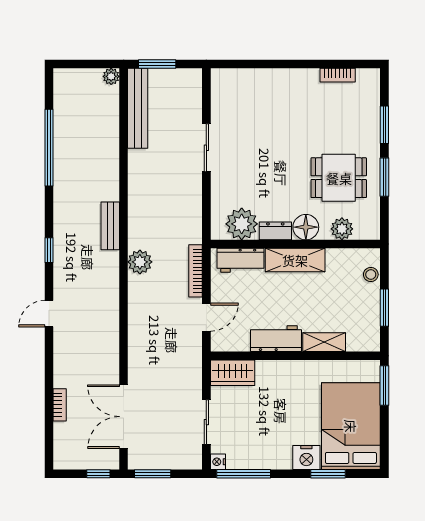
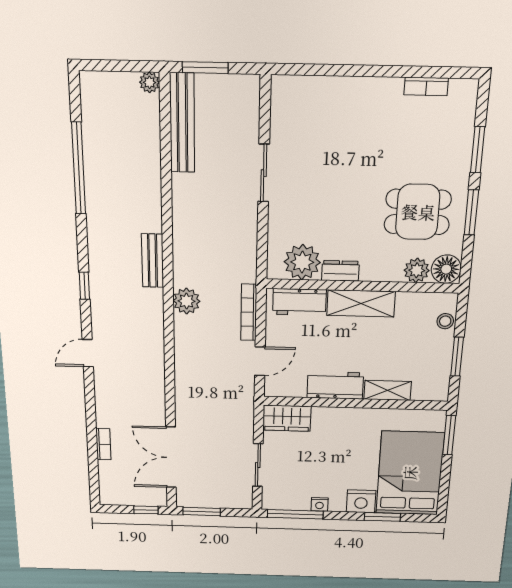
floor lamp: (306, 227) -> (446, 269), moved
nightstand: (218, 462) -> (320, 504), moved, turned -90

